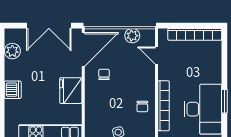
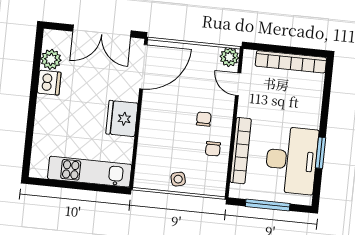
plant: (132, 36) -> (229, 57), moved
chair: (104, 74) -> (204, 119), moved
dishwasher: (13, 90) -> (49, 83), moved

